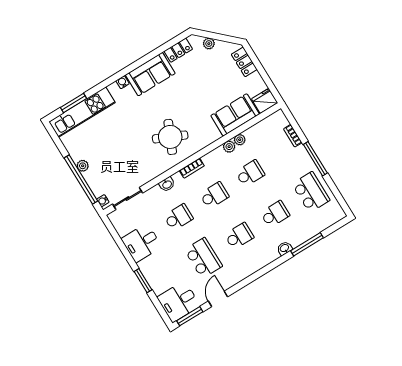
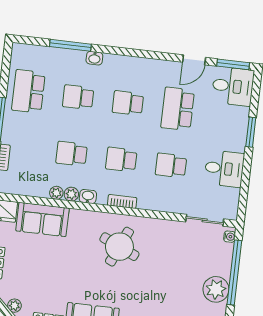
plant: (83, 166) -> (216, 289), width x1.88, depth x1.88
washbasin: (167, 184) -> (88, 196), moved

